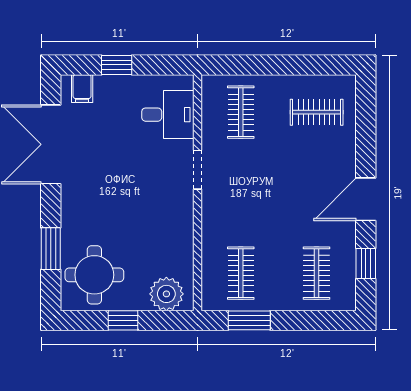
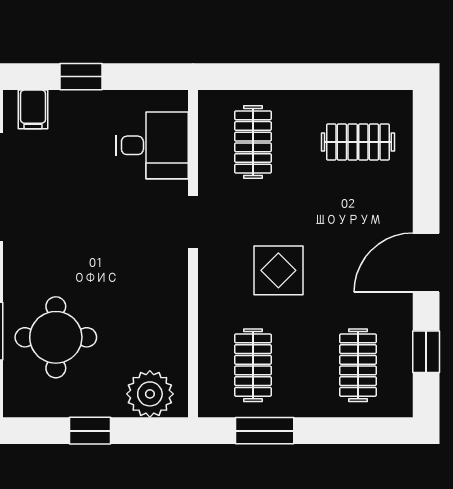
display table: (259, 205) -> (278, 270), added
round table: (94, 275) -> (56, 337), moved

